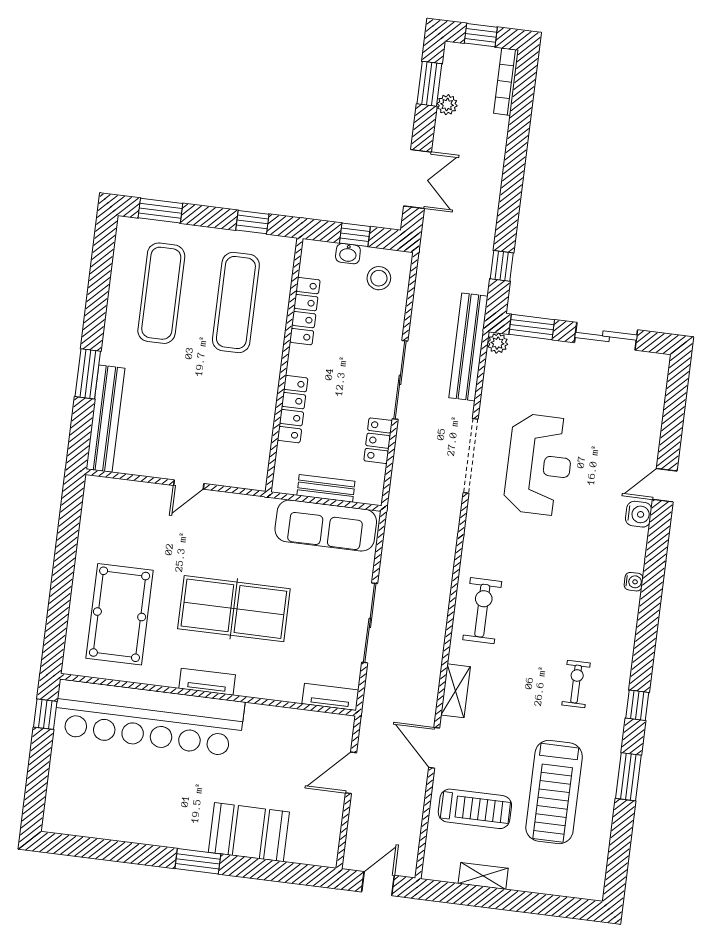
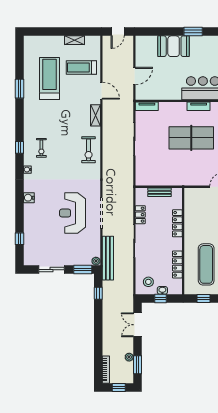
window: (673, 419) -> (20, 239), added
door: (665, 485) -> (20, 211), removed
sofa: (326, 525) -> (158, 177), removed
exercise bike: (576, 684) -> (41, 148), moved
window: (637, 705) -> (20, 147), moved

